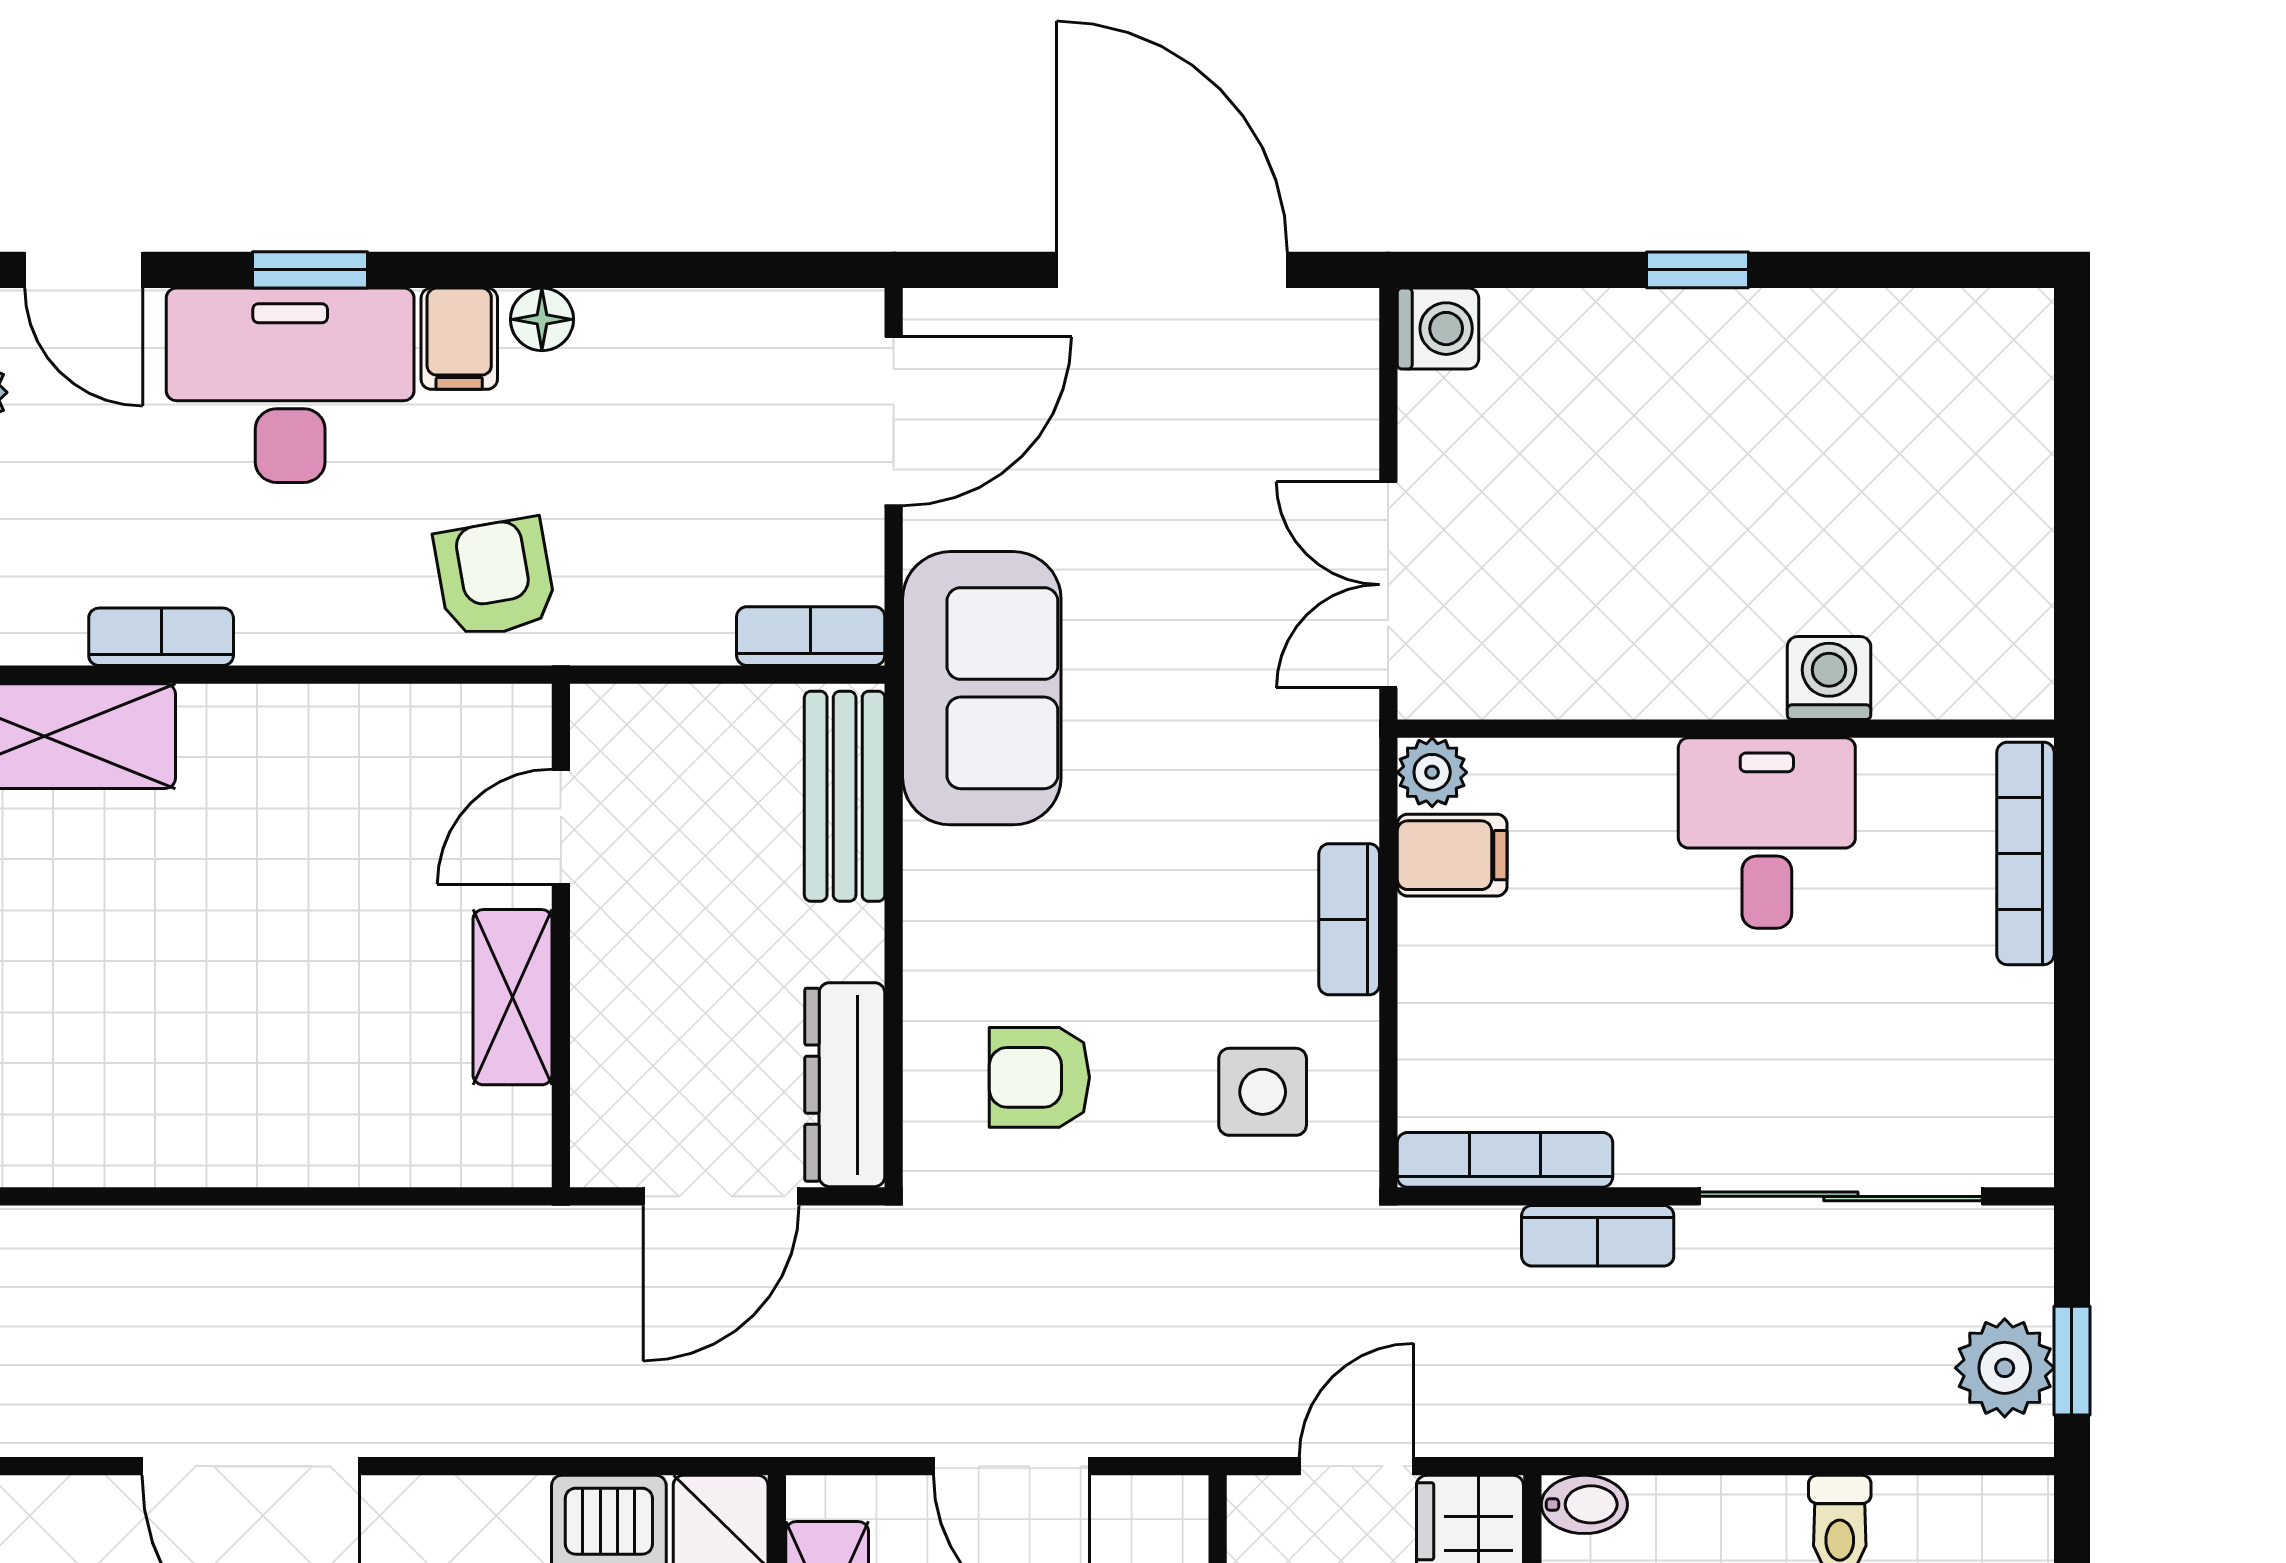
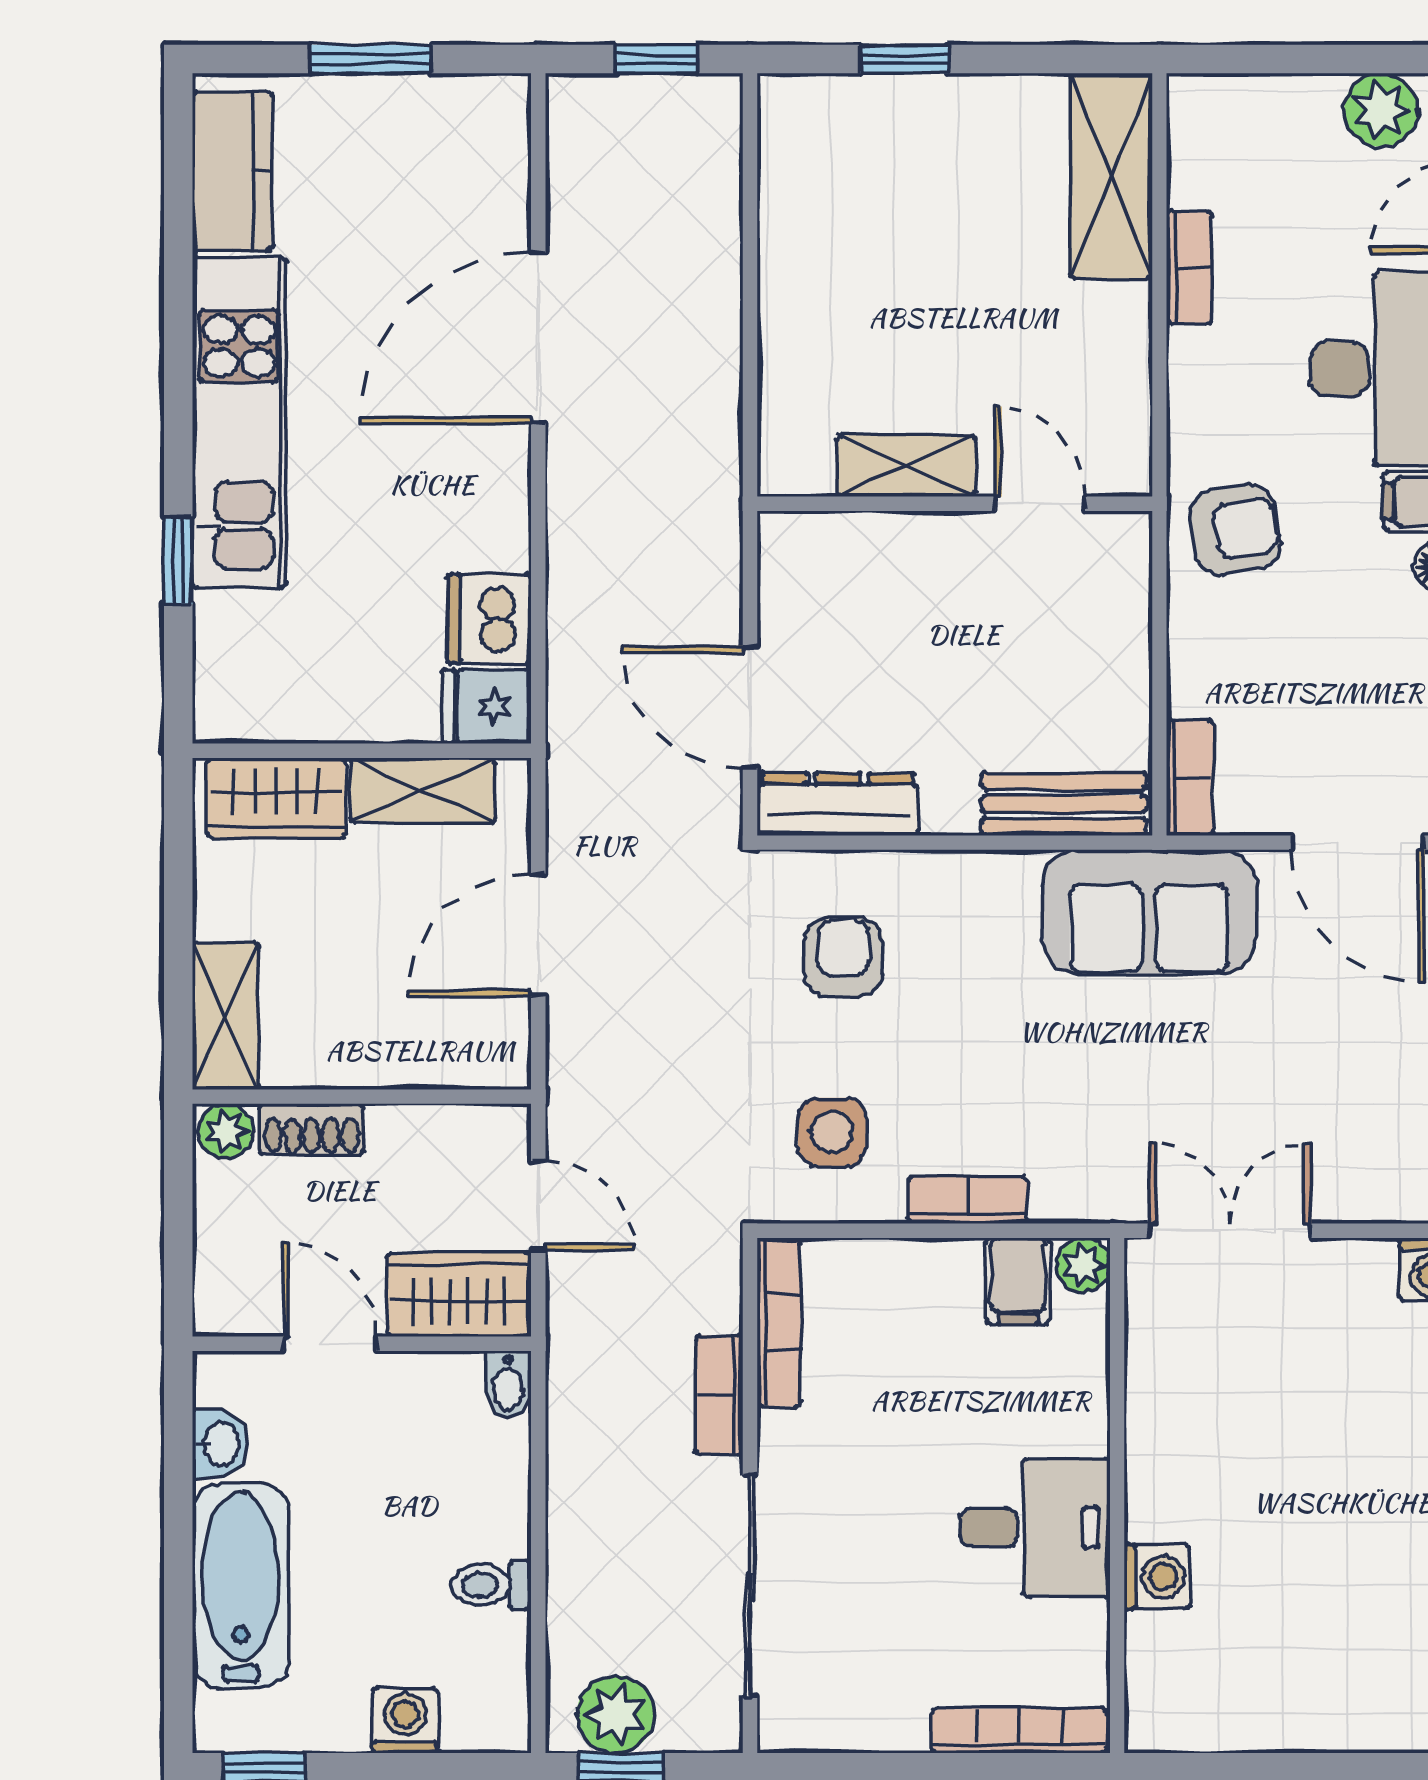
door: (561, 827) -> (1040, 504), moved
wall: (561, 936) -> (955, 504), moved
shelving: (512, 997) -> (906, 466), moved

